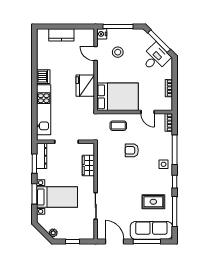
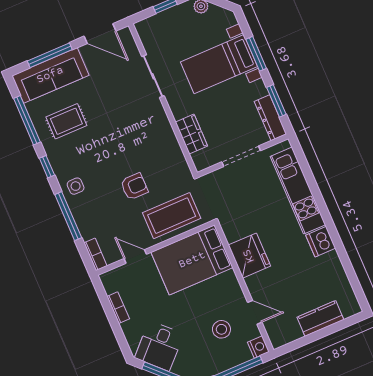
coffee table: (118, 126) -> (172, 216), width x1.86, depth x1.72

